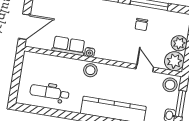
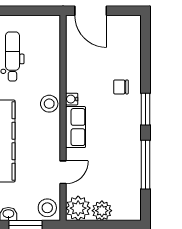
chair: (141, 24) -> (121, 87), moved
row of seats: (69, 46) -> (76, 127), moved

